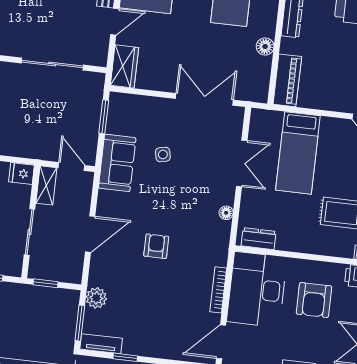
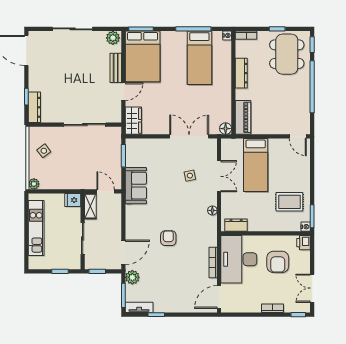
floor lamp: (265, 47) -> (226, 129), moved
side table: (163, 154) -> (190, 176), moved
door: (90, 234) -> (123, 252), moved

